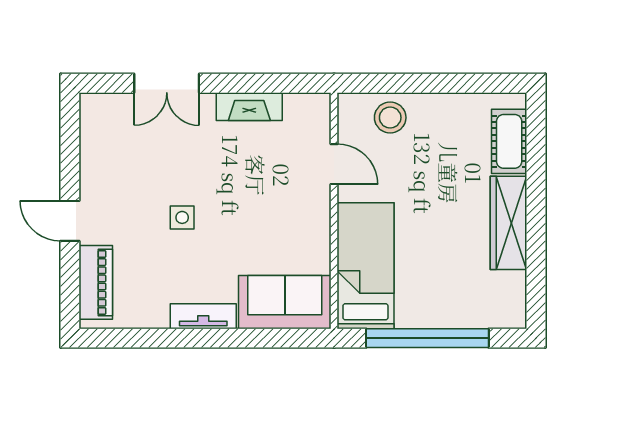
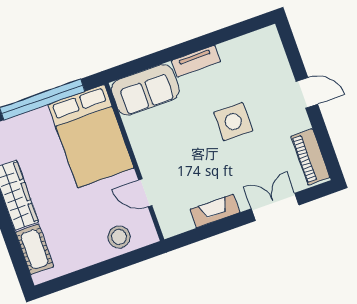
side table: (182, 217) -> (233, 122), width x1.87, depth x1.87
bed: (365, 266) -> (91, 136), width x1.50
piano: (96, 282) -> (310, 157), moved

